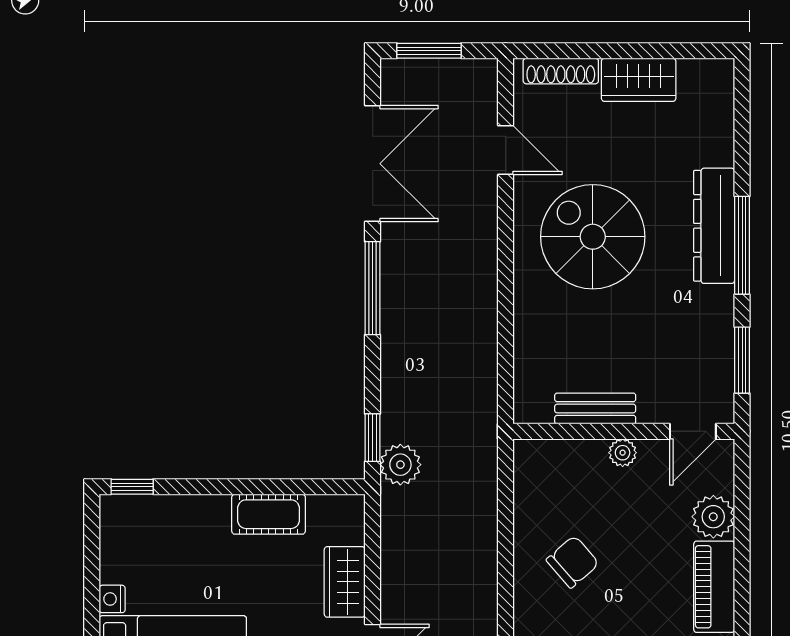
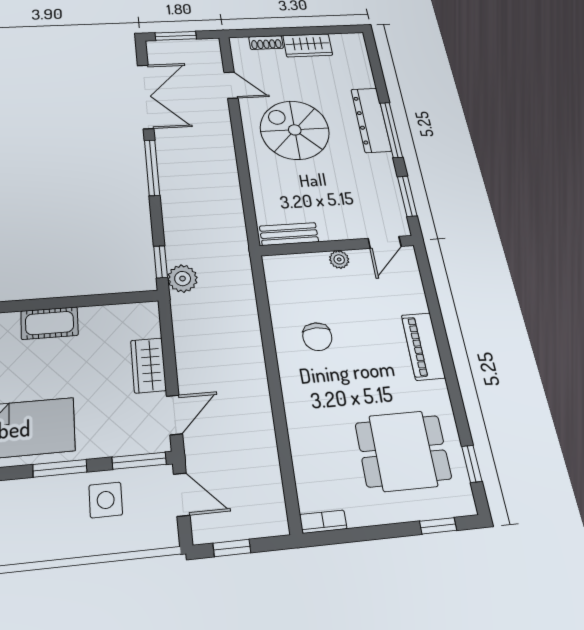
shoe rack: (561, 71) -> (266, 43), width x0.70
bench: (595, 409) -> (289, 234), moved
cot: (269, 514) -> (50, 323), moved
plant: (713, 517) -> (411, 297), removed
chair: (573, 562) -> (317, 337), turned 131

